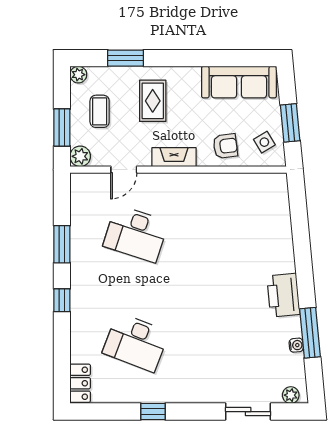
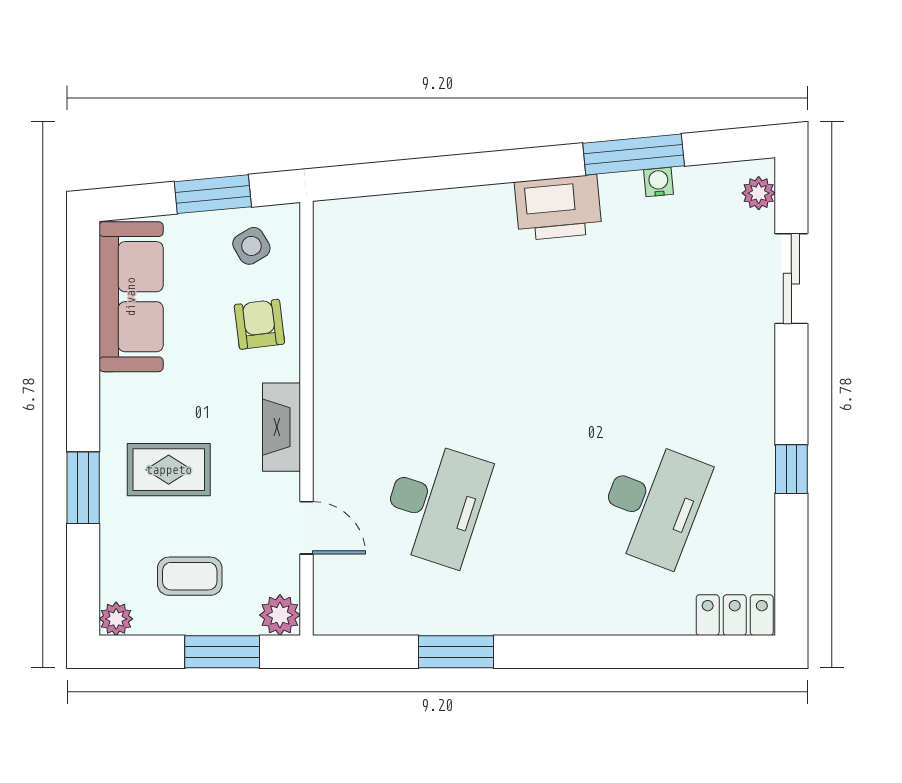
window: (126, 58) -> (83, 488), moved
window: (62, 300) -> (568, 652), removed

